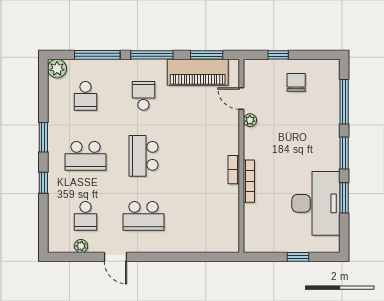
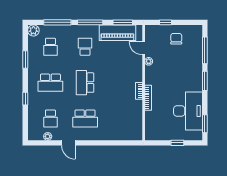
window: (43, 137) -> (25, 60), moved
window: (344, 198) -> (205, 124), moved

